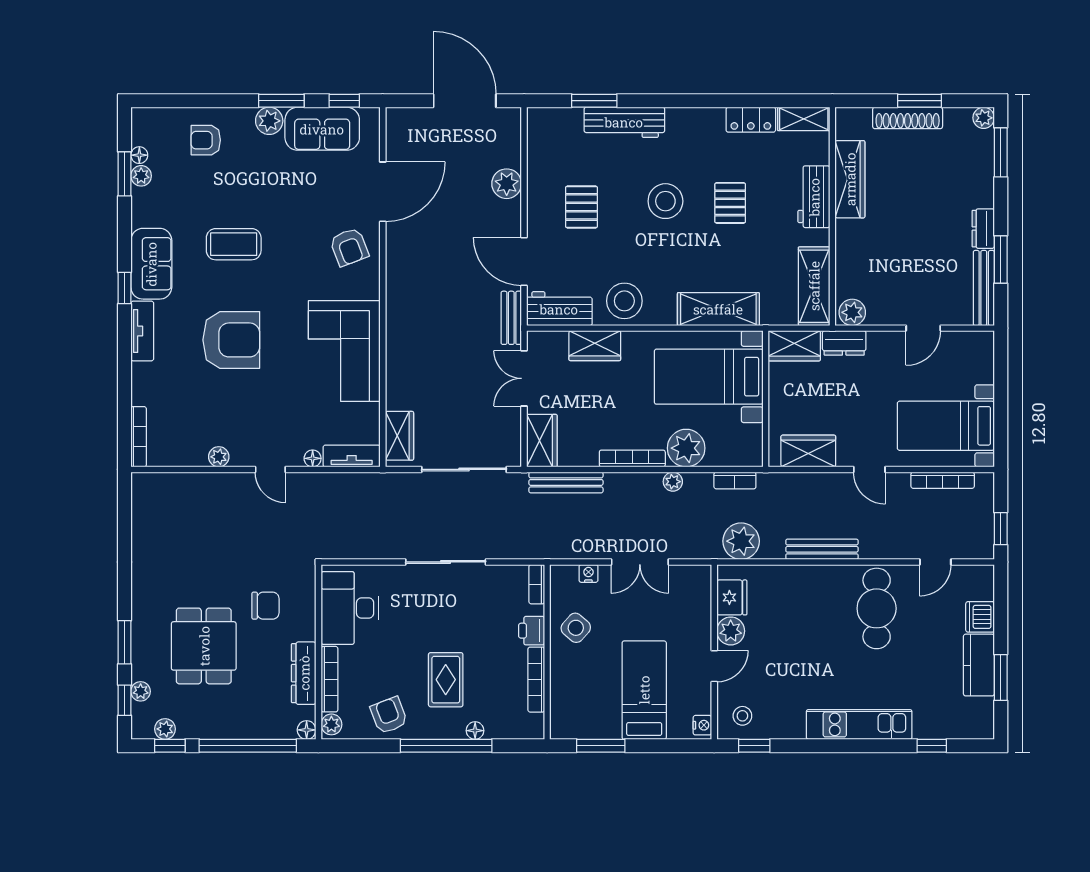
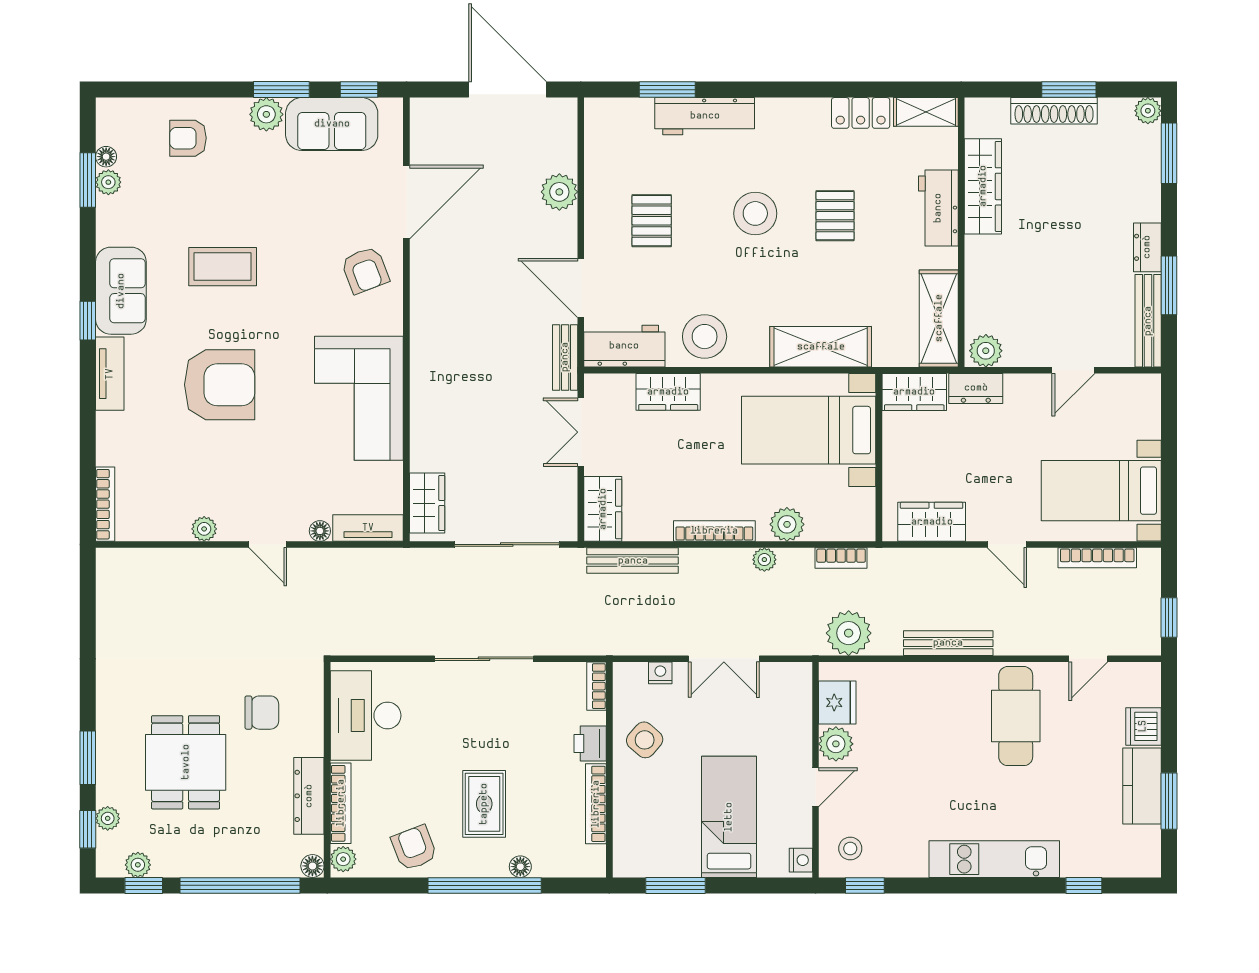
plant: (686, 448) -> (787, 524), width x0.73, depth x0.73

